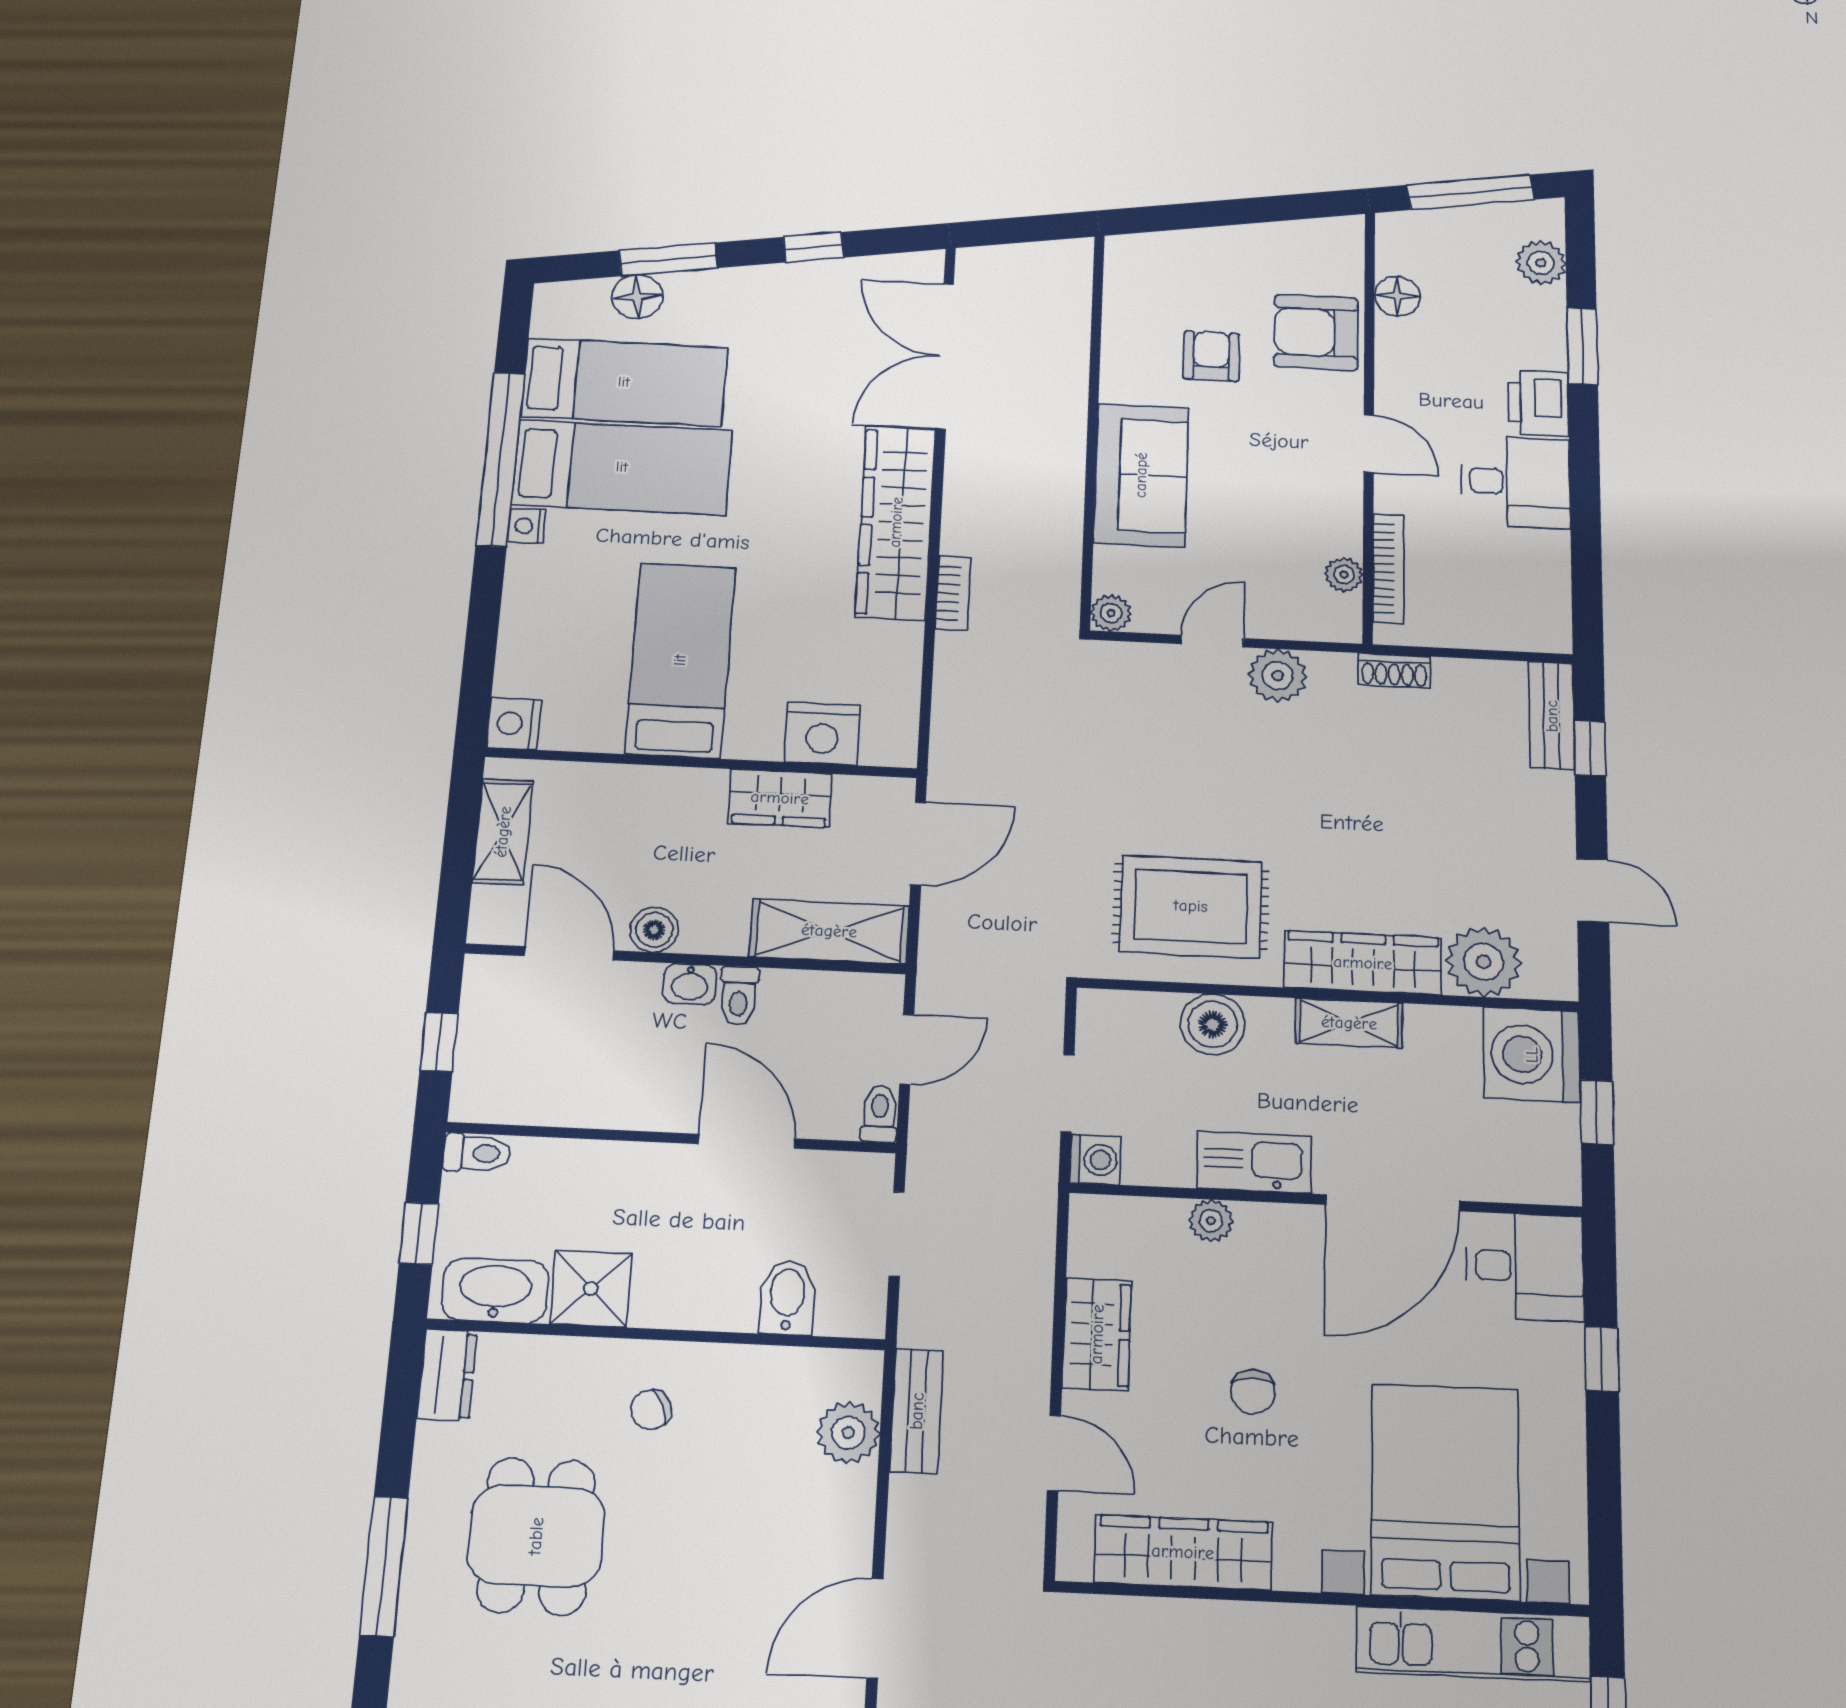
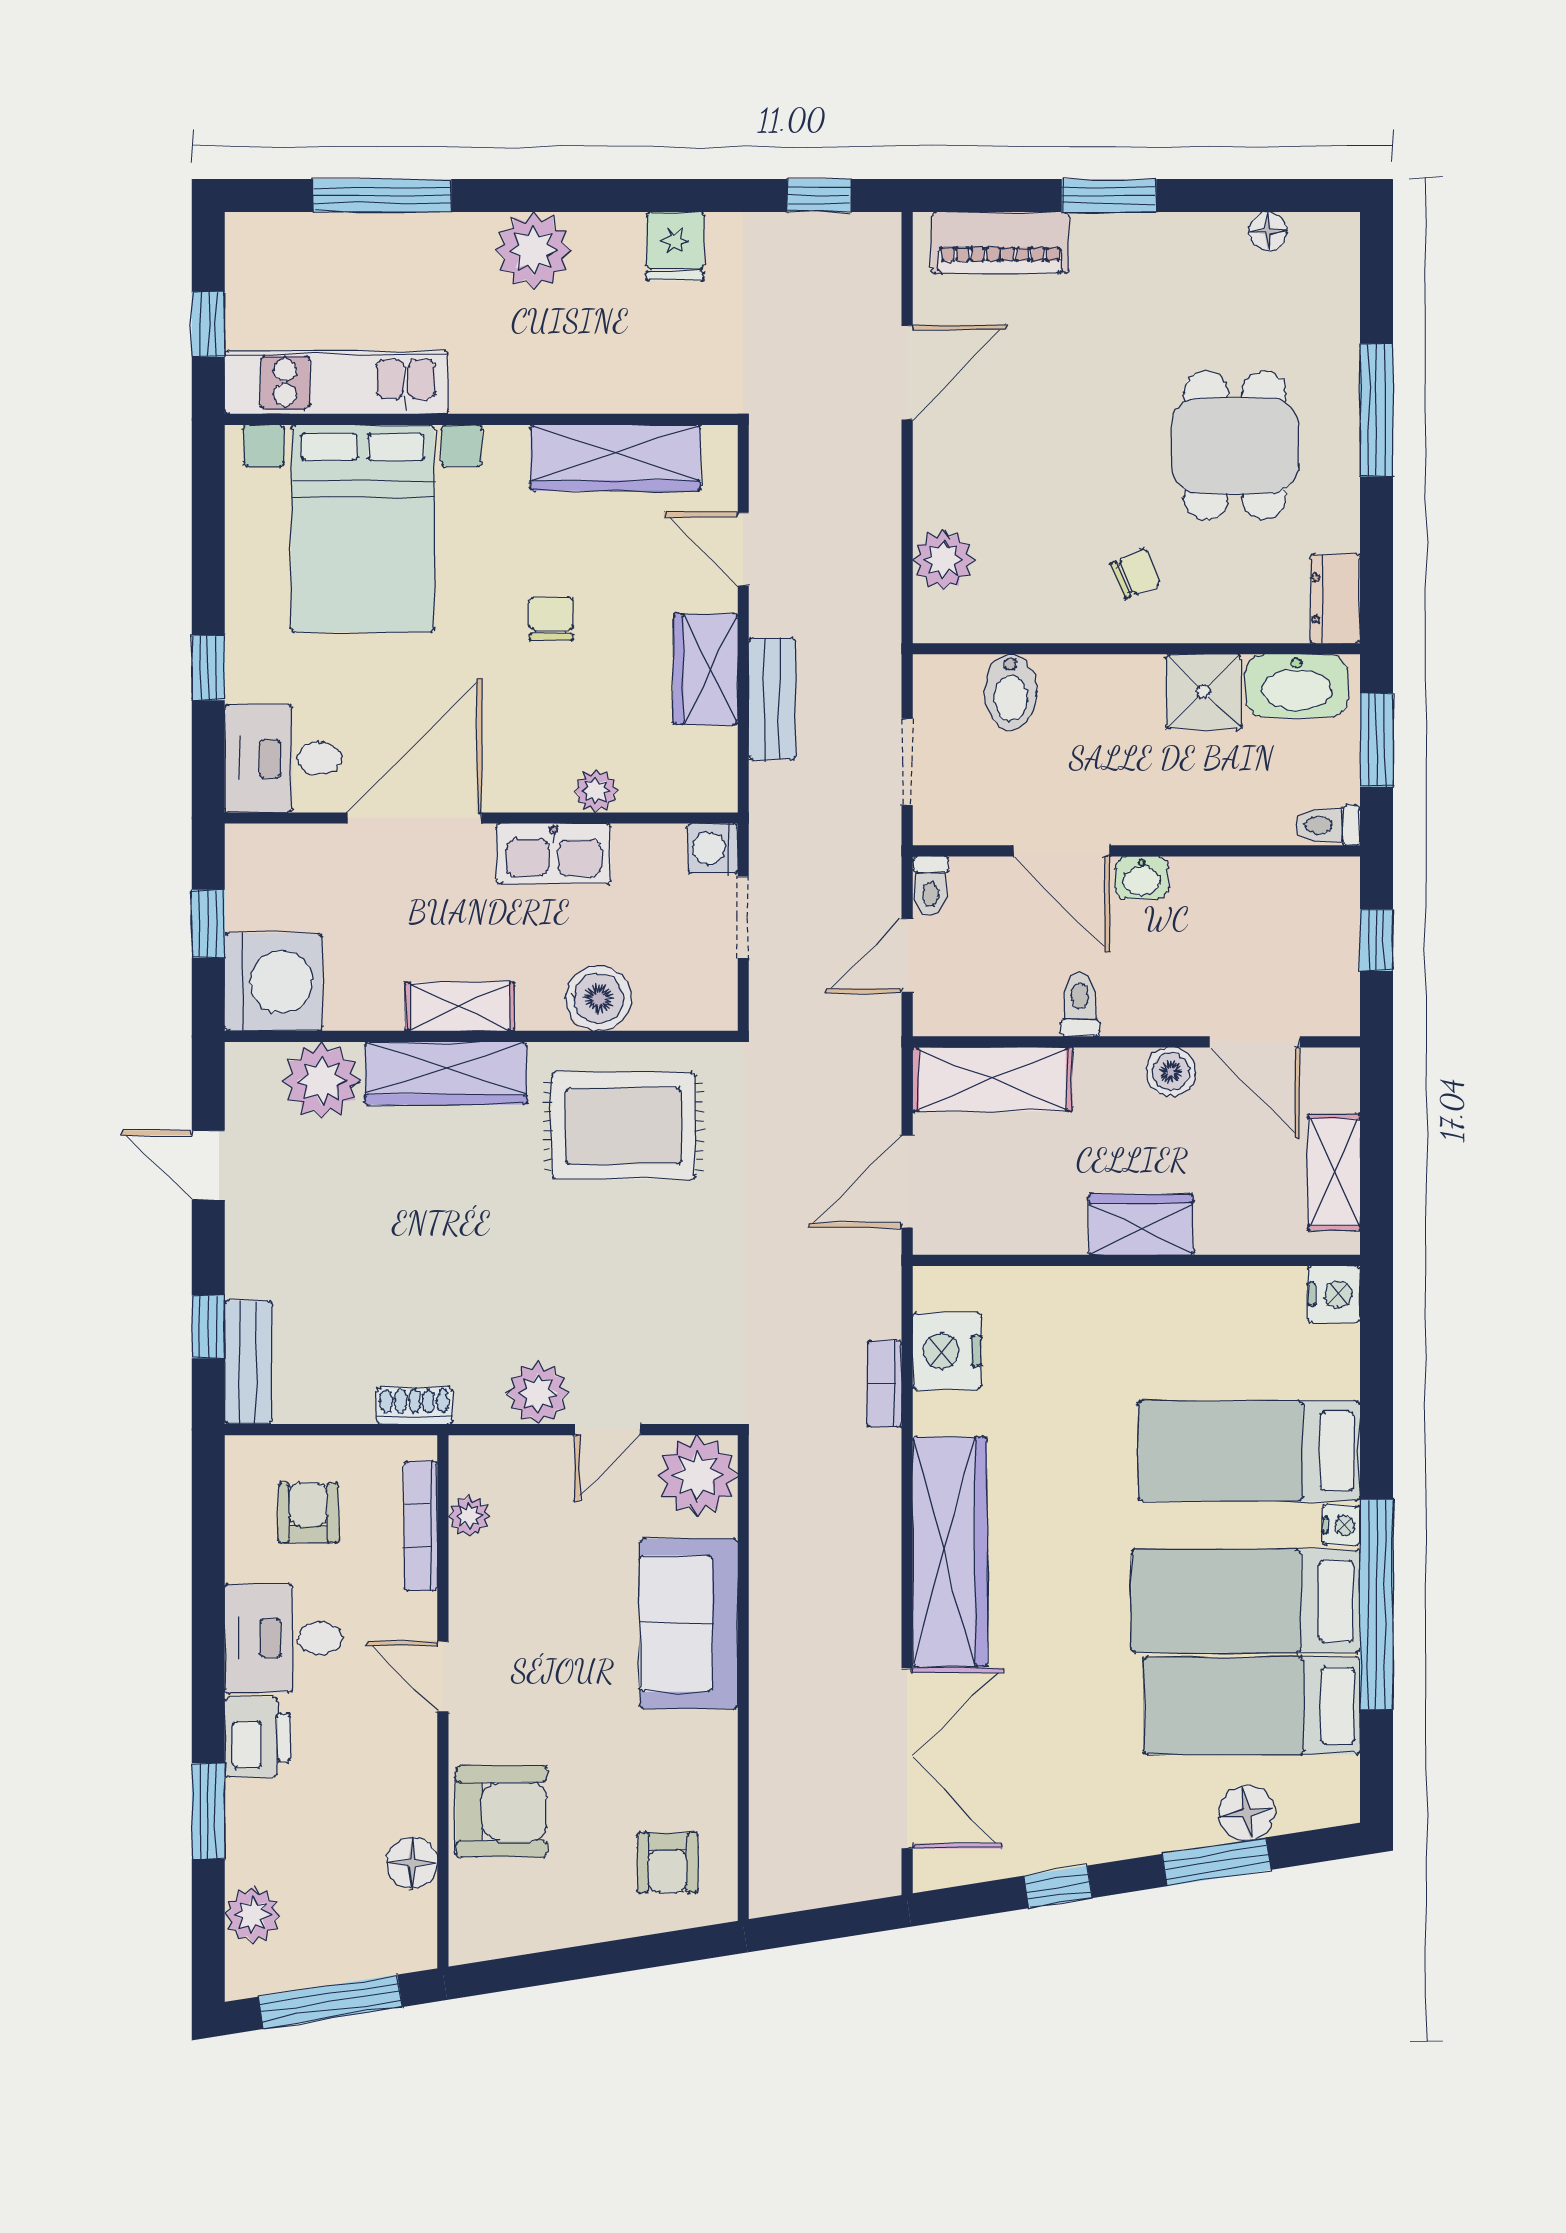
armchair: (1211, 356) -> (668, 1863), moved
armchair: (1493, 585) -> (308, 1513), added
bookcase: (953, 593) -> (884, 1384), moved
plant: (1111, 613) -> (697, 1475), width x1.88, depth x1.88
bed: (680, 660) -> (1249, 1451), moved, turned 90
nightstand: (822, 734) -> (947, 1351), moved, turned -90
wardrobe: (780, 798) -> (1141, 1225), moved
washbasin: (690, 984) -> (1142, 878), moved, turned 180
window: (419, 1233) -> (1377, 740), width x1.50
bench: (917, 1411) -> (772, 699), moved

